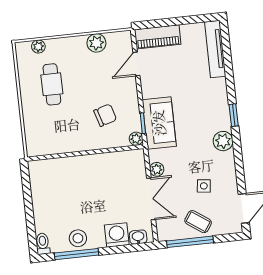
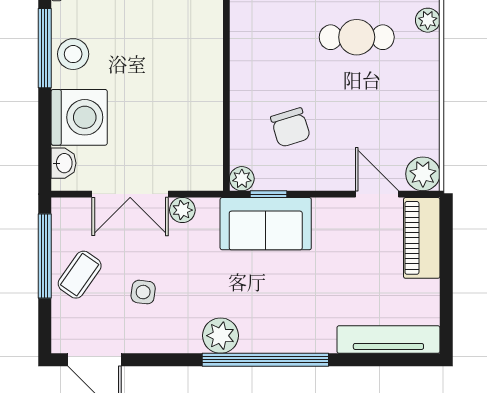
plant: (96, 43) -> (423, 174), moved
window: (234, 115) -> (265, 360), width x3.17
washing machine: (117, 235) -> (79, 117), width x1.37, depth x1.37

